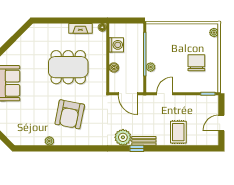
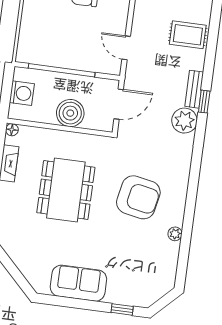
washing machine: (116, 45) -> (22, 93), moved, turned 90
boiler: (114, 67) -> (70, 113), width x1.86, depth x1.86
plant: (151, 67) -> (83, 64), removed

